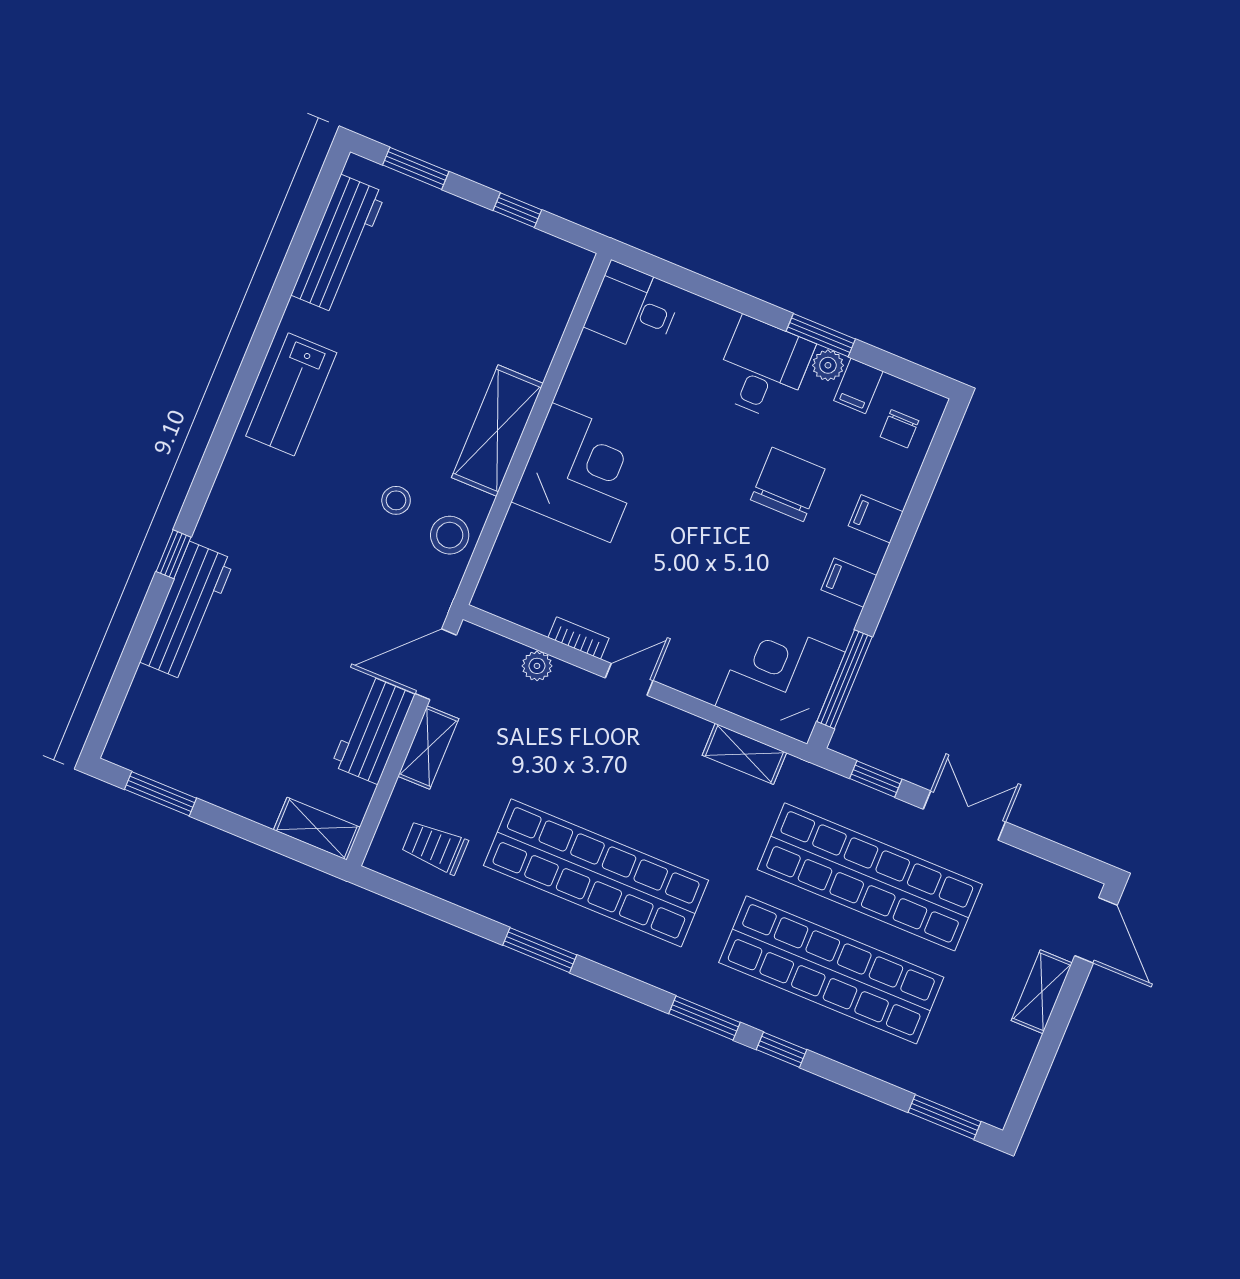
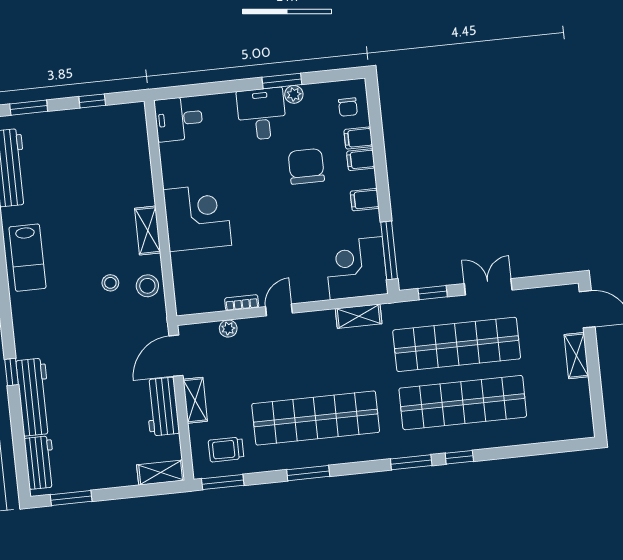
filing cabinet: (858, 386) -> (358, 138), moved, turned 90
shelving: (497, 431) -> (148, 231), width x0.67, depth x0.75
workbench: (143, 715) -> (40, 463), added
window: (945, 1117) -> (223, 482), moved

